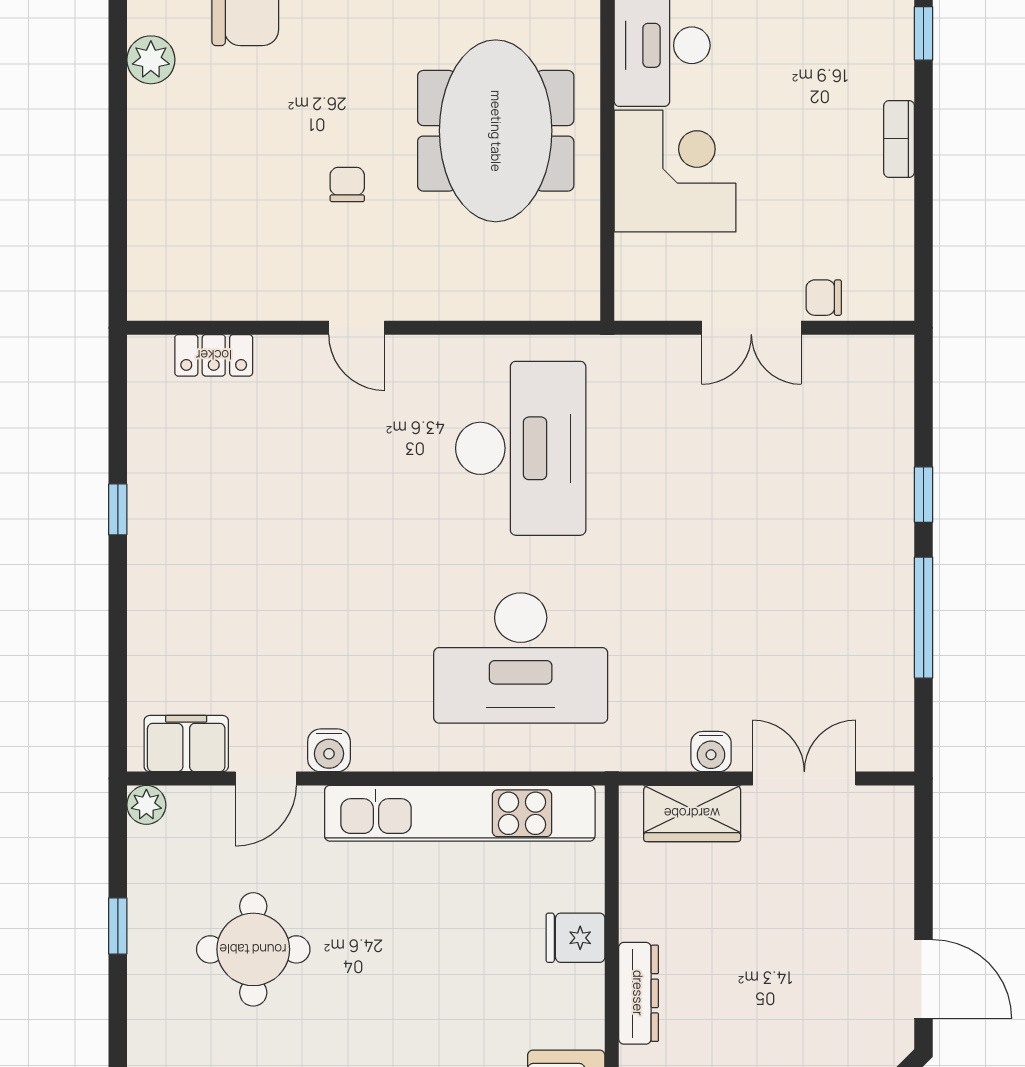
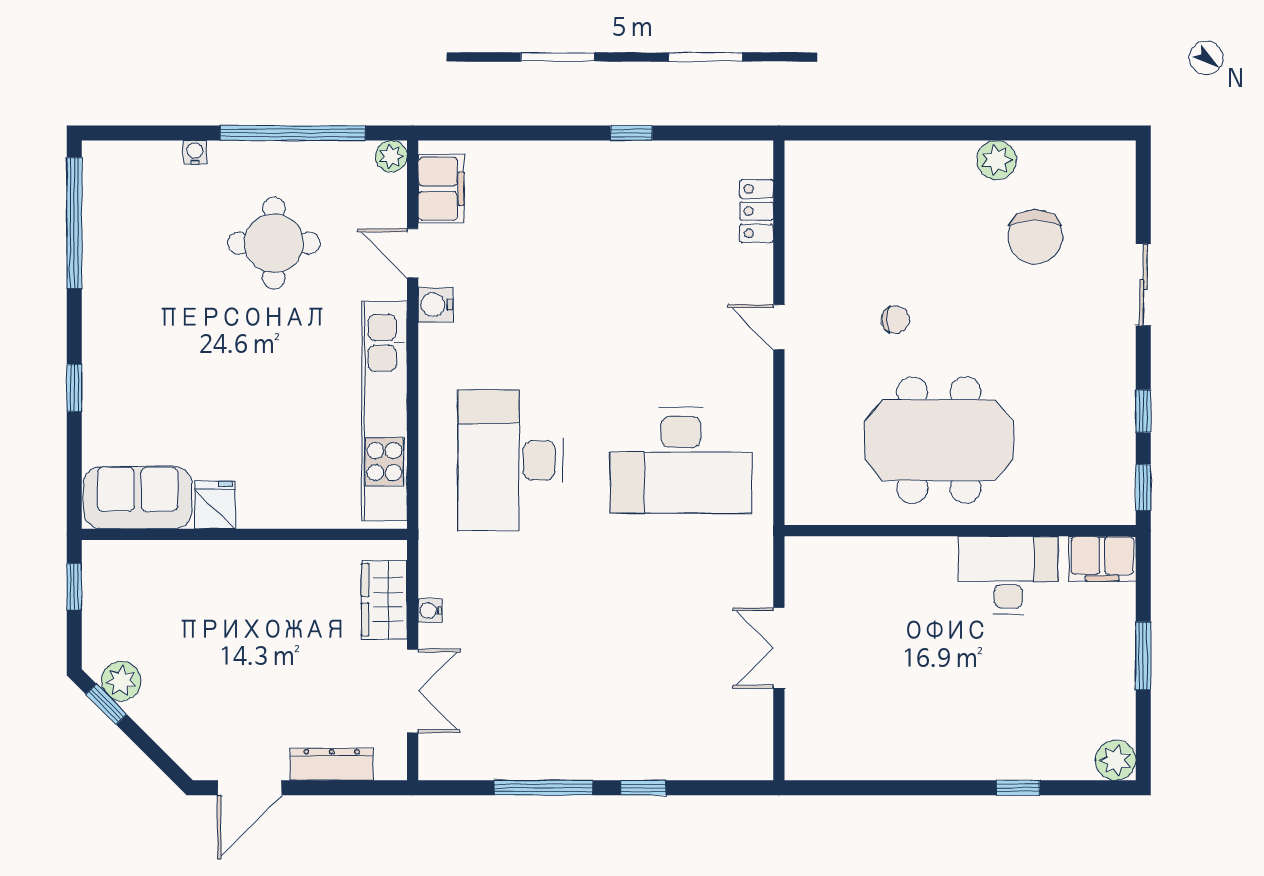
bookcase: (899, 139) -> (932, 768), removed
corner desk: (675, 171) -> (906, 586), removed
chair: (824, 298) -> (803, 707), removed
door: (357, 328) -> (779, 327), hinge flipped
water cooler: (711, 752) -> (430, 611), width x0.72, depth x0.72
window: (118, 926) -> (293, 133), width x3.17
fridge: (575, 938) -> (215, 505), moved
dresser: (638, 993) -> (332, 764), moved, turned 180
water cooler: (141, 1046) -> (195, 152), added

